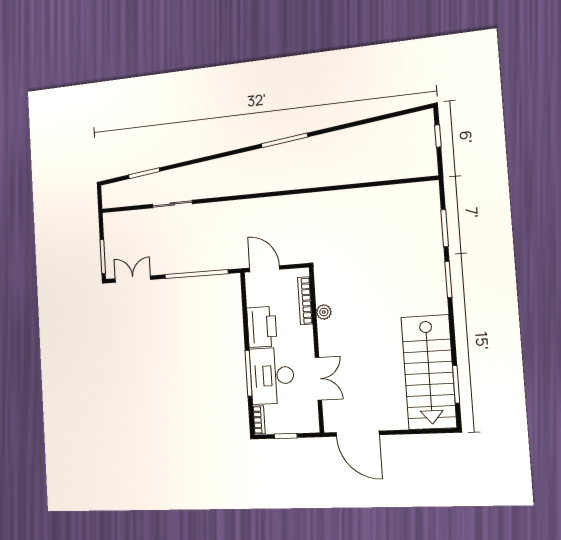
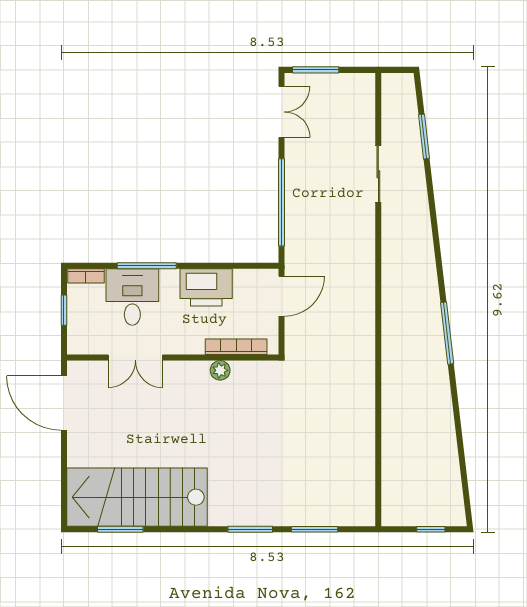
desk: (272, 376) -> (132, 297), width x0.73
door: (358, 434) -> (64, 403), hinge flipped

